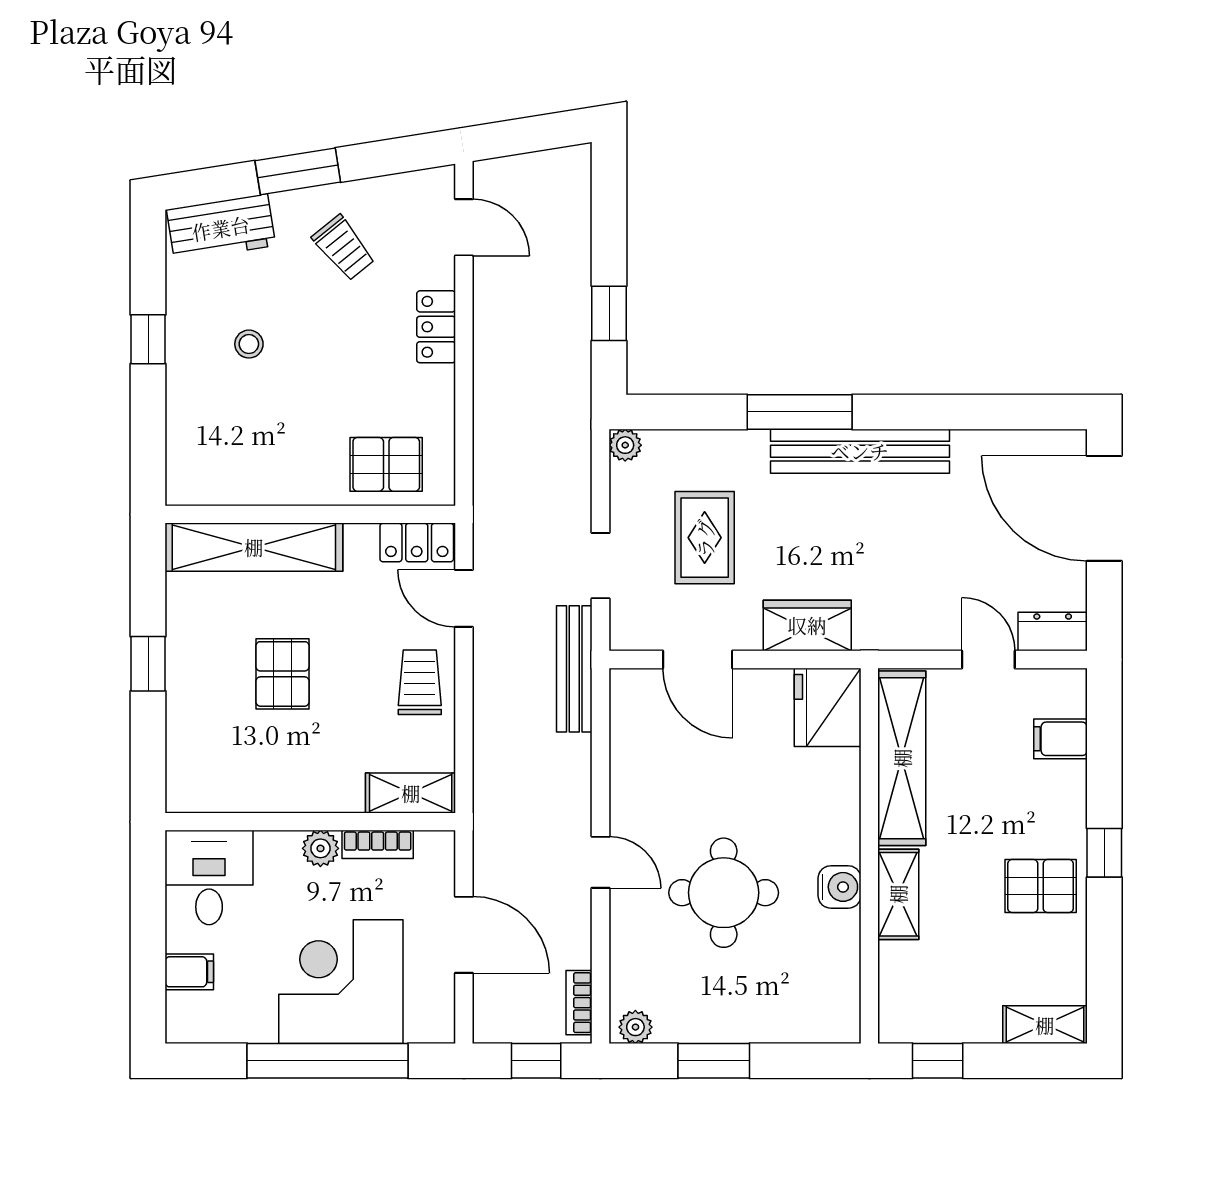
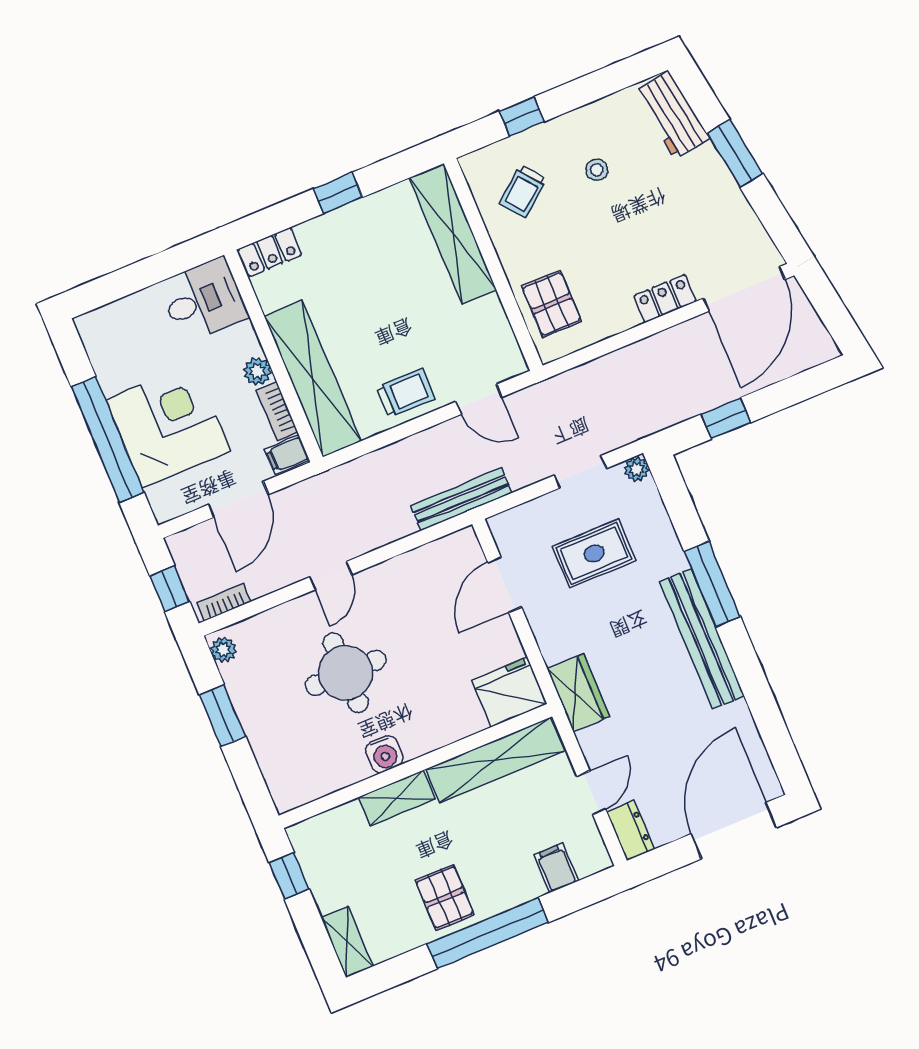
door: (464, 227) -> (744, 289), width x1.88
trolley: (344, 248) -> (523, 191), moved
window: (148, 339) -> (522, 116), moved
locker: (417, 542) -> (270, 252), moved, turned -90
doorway: (601, 566) -> (580, 472), moved
door: (464, 598) -> (479, 399), swing flipped
wardrobe: (807, 625) -> (578, 693), moved
pallet: (283, 674) -> (371, 292), removed
shelving: (411, 793) -> (313, 379), width x2.20, depth x1.33
window: (1104, 853) -> (488, 933), width x3.17
filing cabinet: (189, 972) -> (287, 455), moved, turned 90

